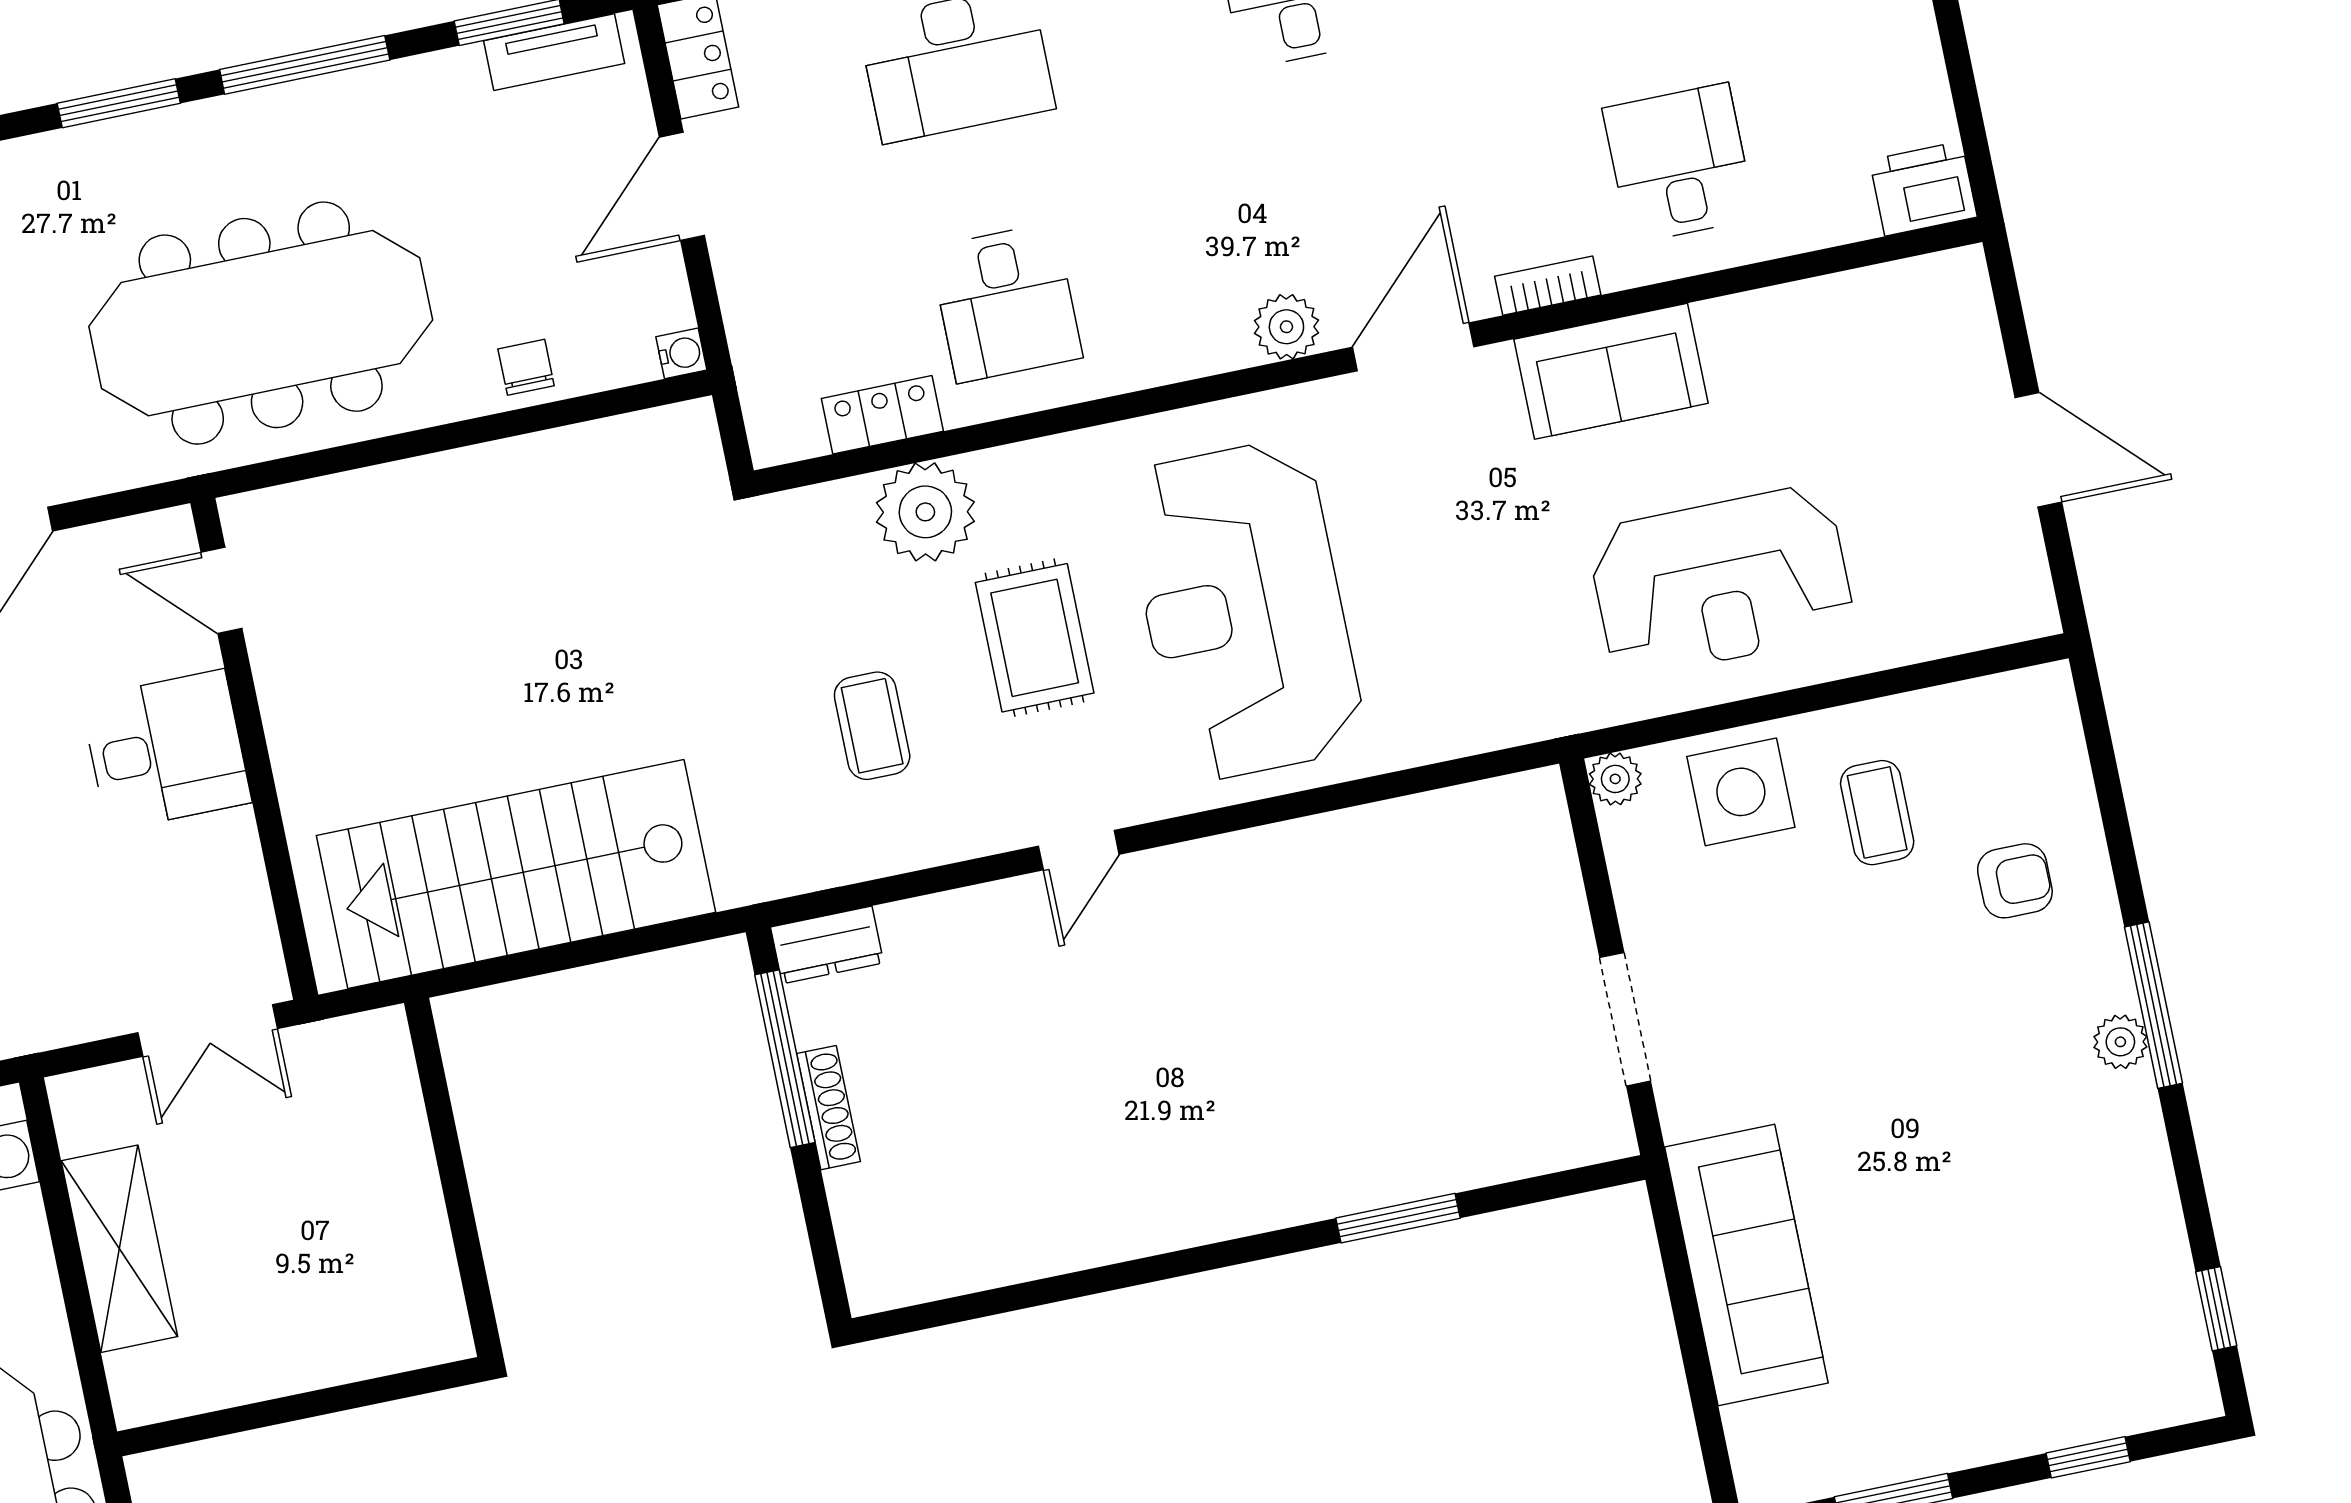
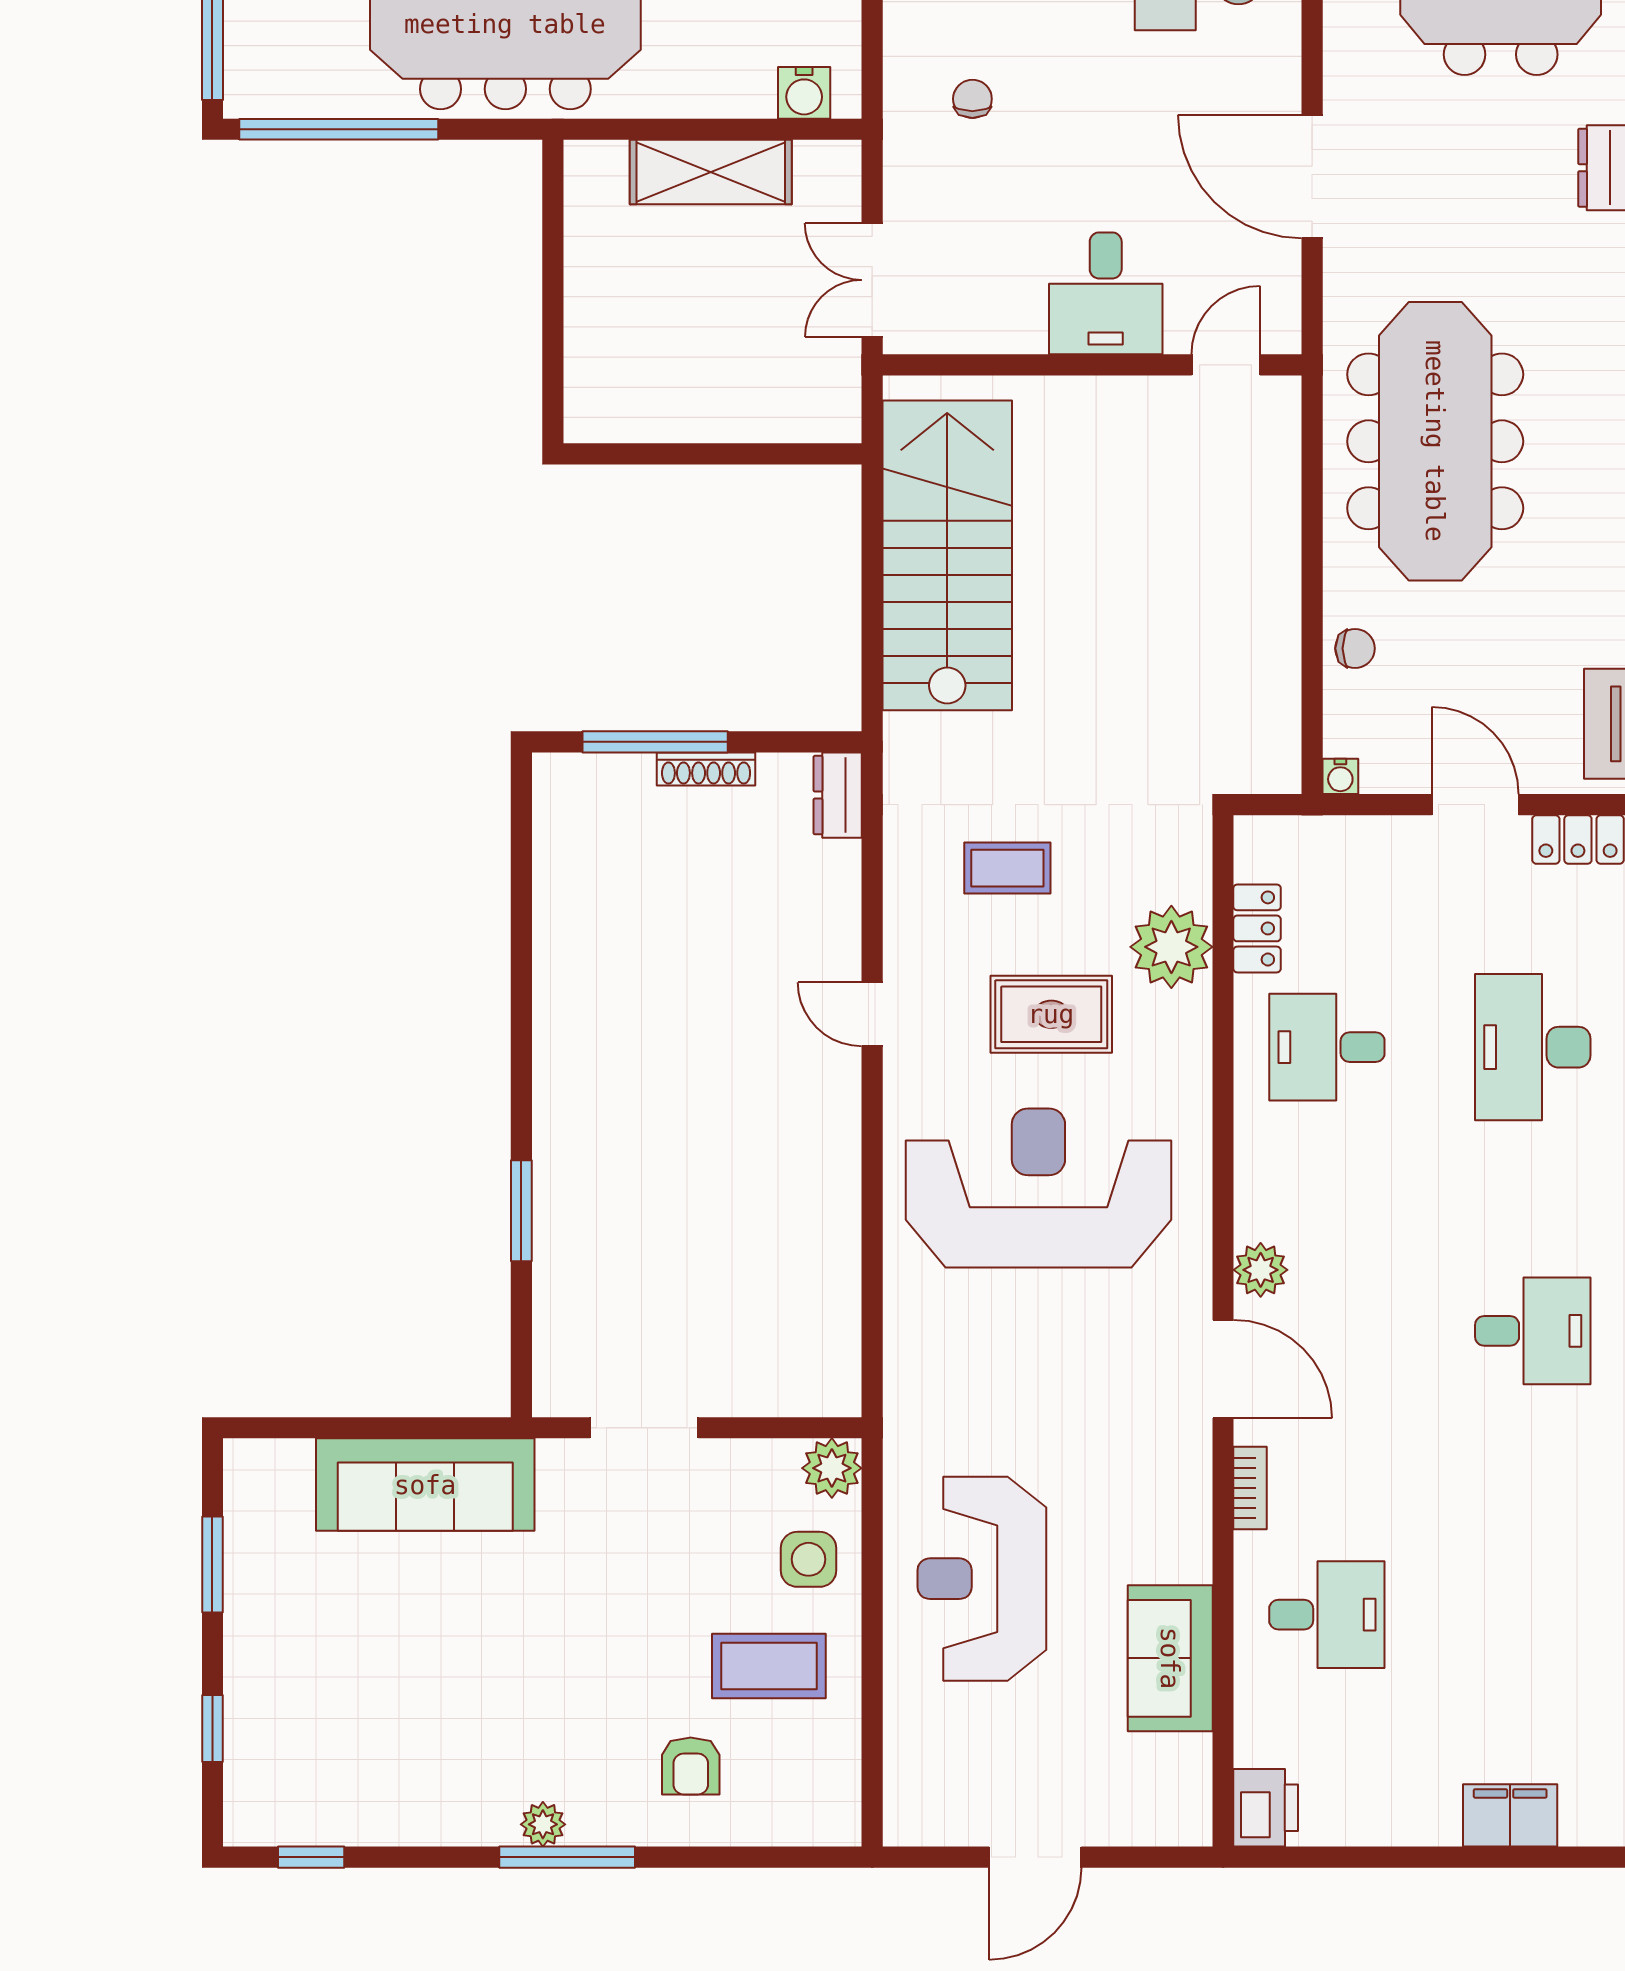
sofa: (1611, 371) -> (1170, 1658), moved
plant: (1615, 779) -> (832, 1468), width x1.38, depth x1.38
side table: (1741, 792) -> (809, 1559), width x0.73, depth x0.73
coffee table: (1877, 813) -> (769, 1666), width x1.36, depth x1.30
window: (785, 1059) -> (655, 742), moved

